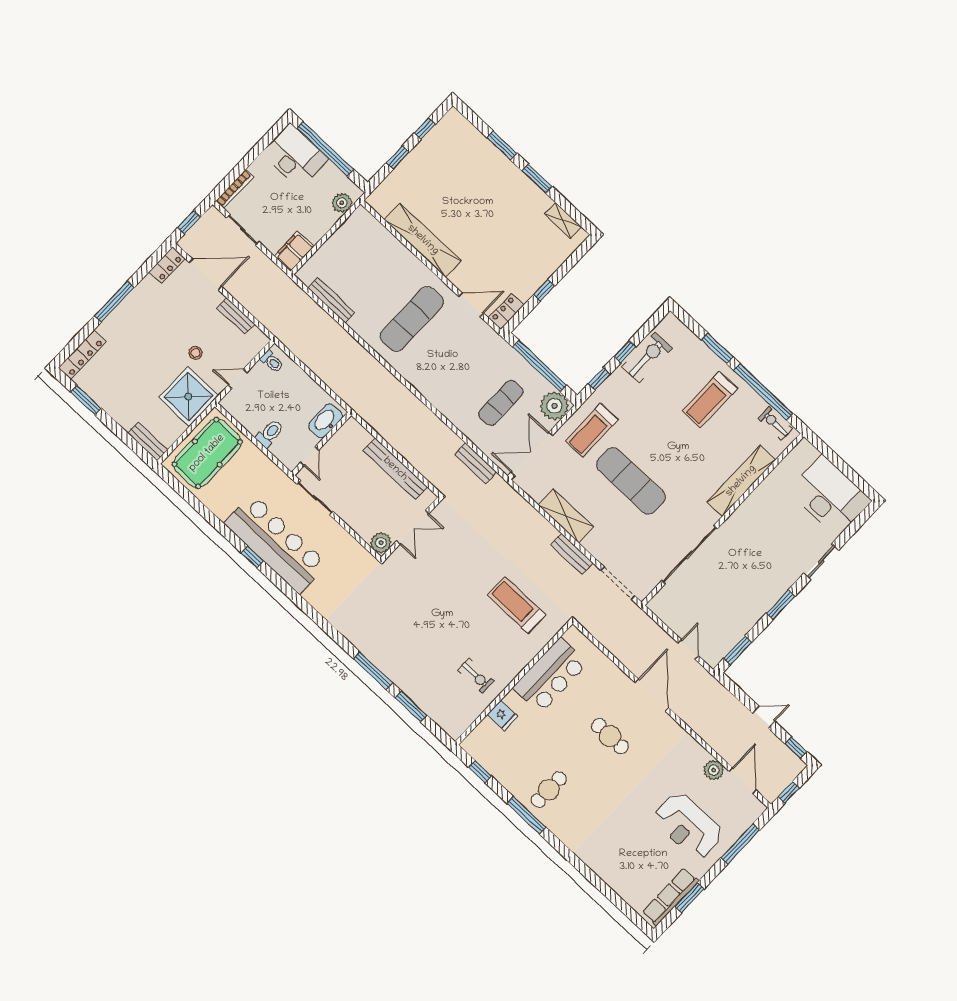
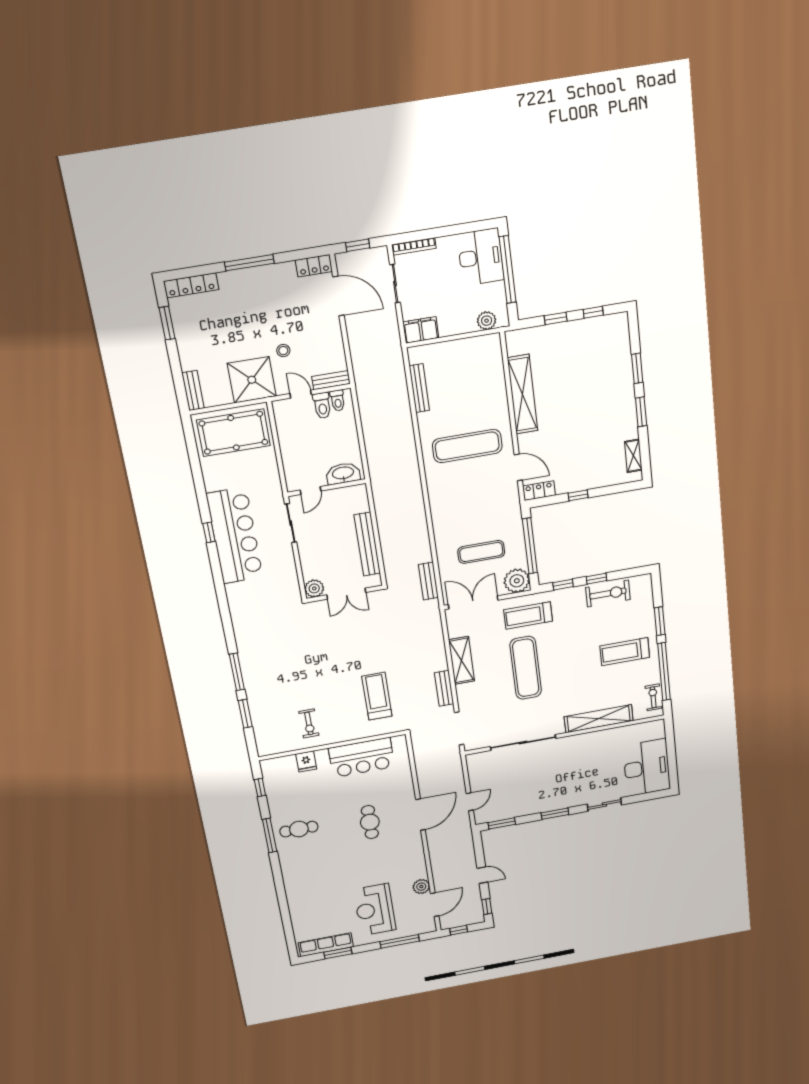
bench: (236, 316) -> (331, 380), moved, turned 90
toilet: (270, 433) -> (322, 406), moved, turned 90

